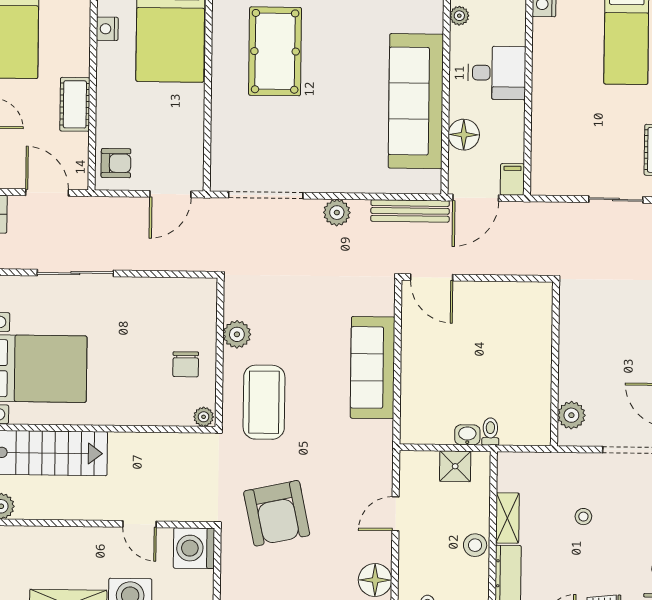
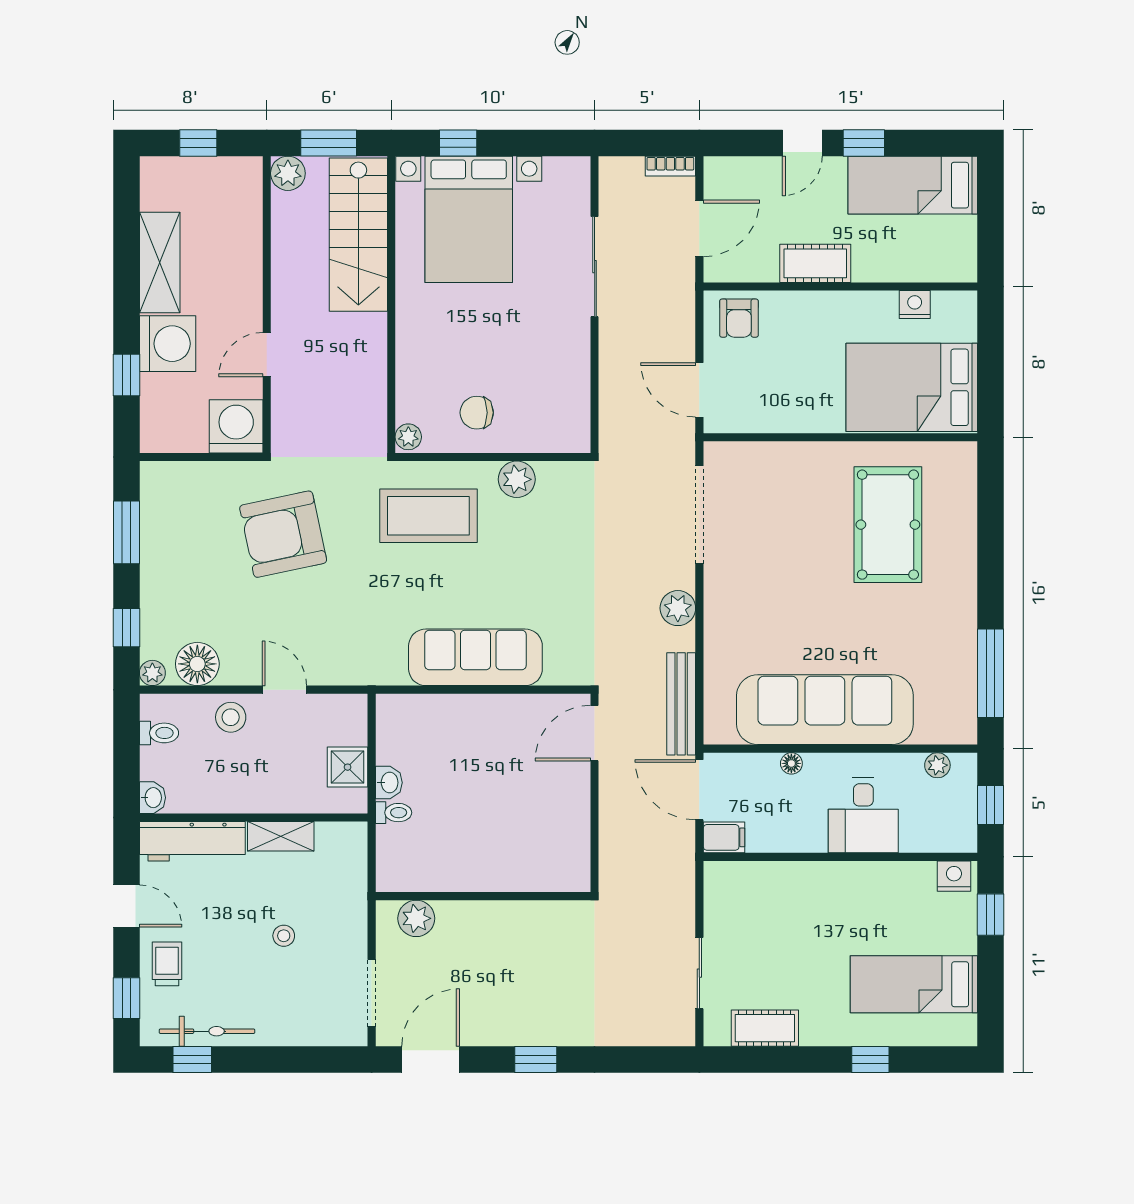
pool table: (275, 51) -> (888, 525), turned 90
floor lamp: (464, 135) -> (791, 763), width x0.53, depth x0.53
stool: (475, 545) -> (231, 717), moved

